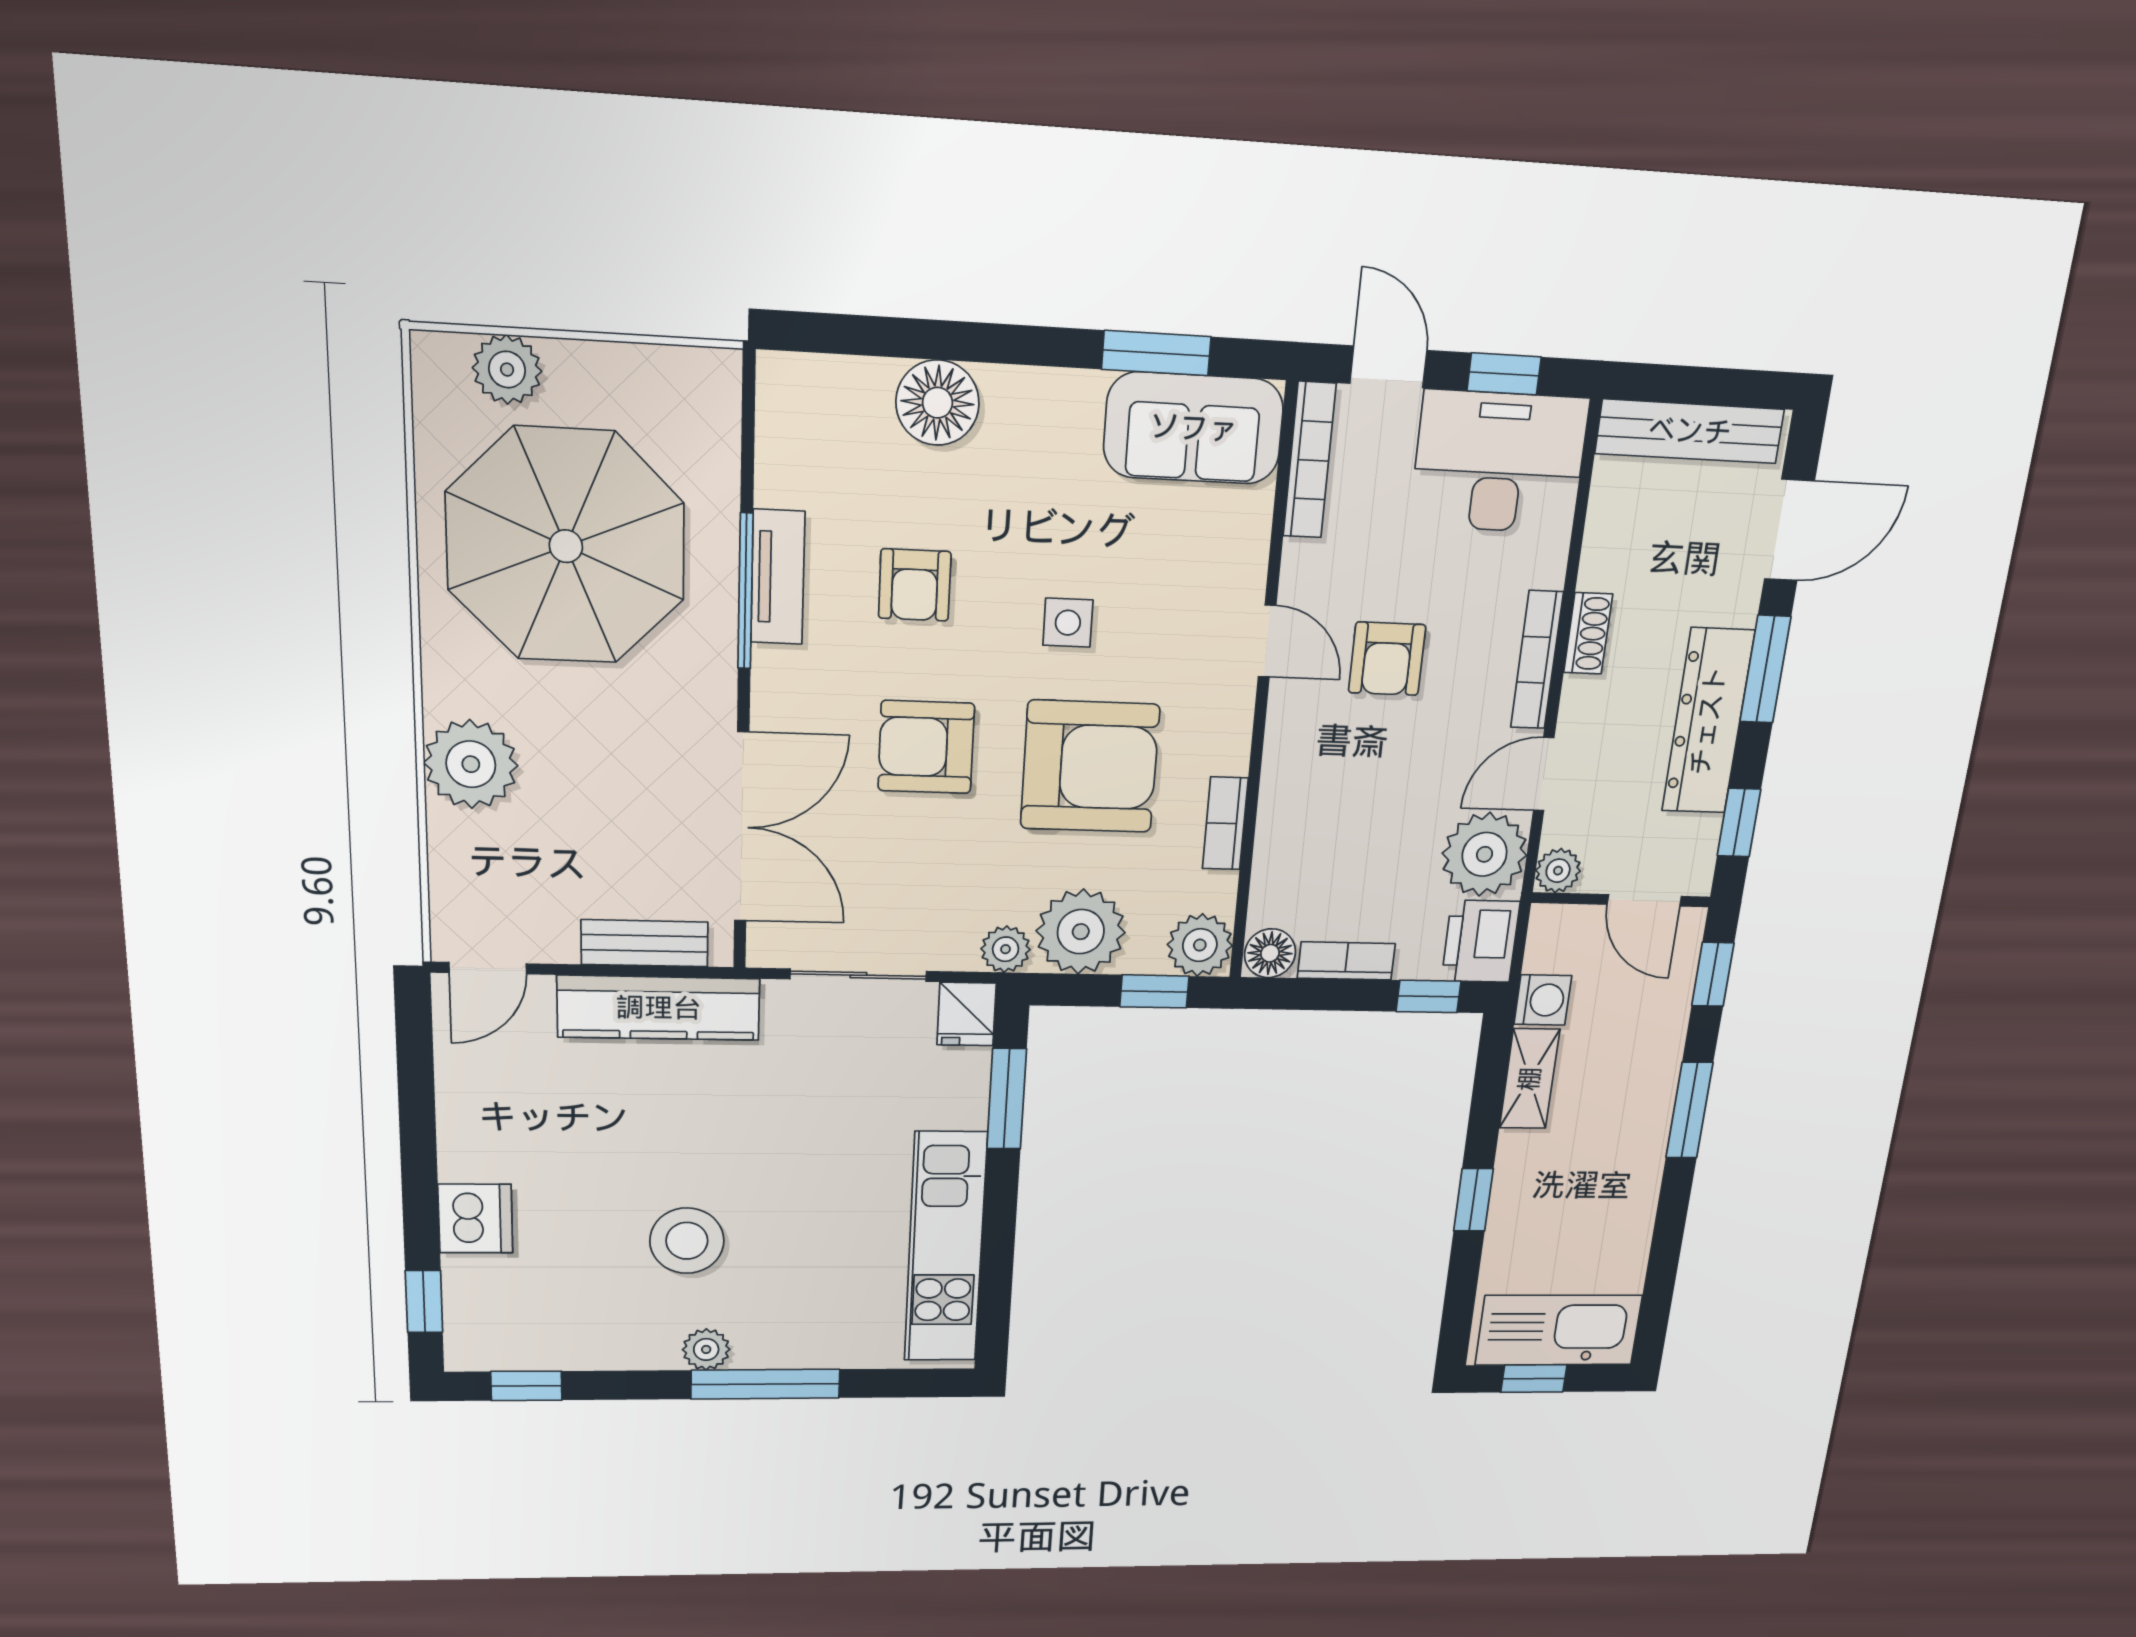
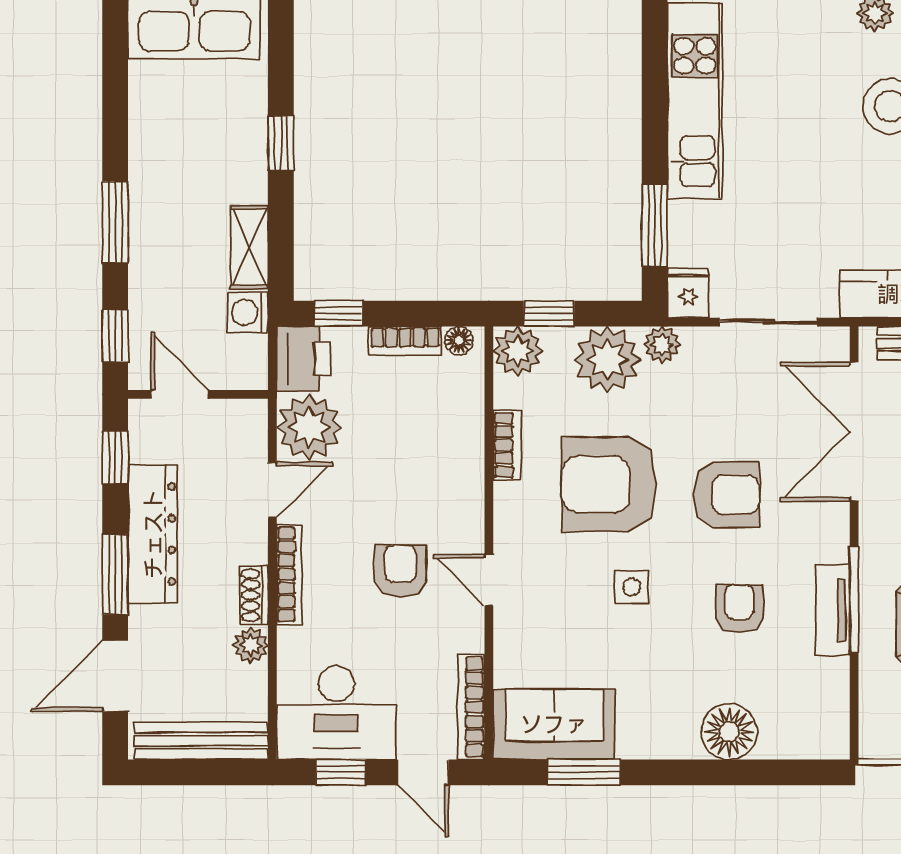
plant: (1558, 871) -> (251, 645), moved
floor lamp: (1270, 953) -> (459, 340), width x0.73, depth x0.73

